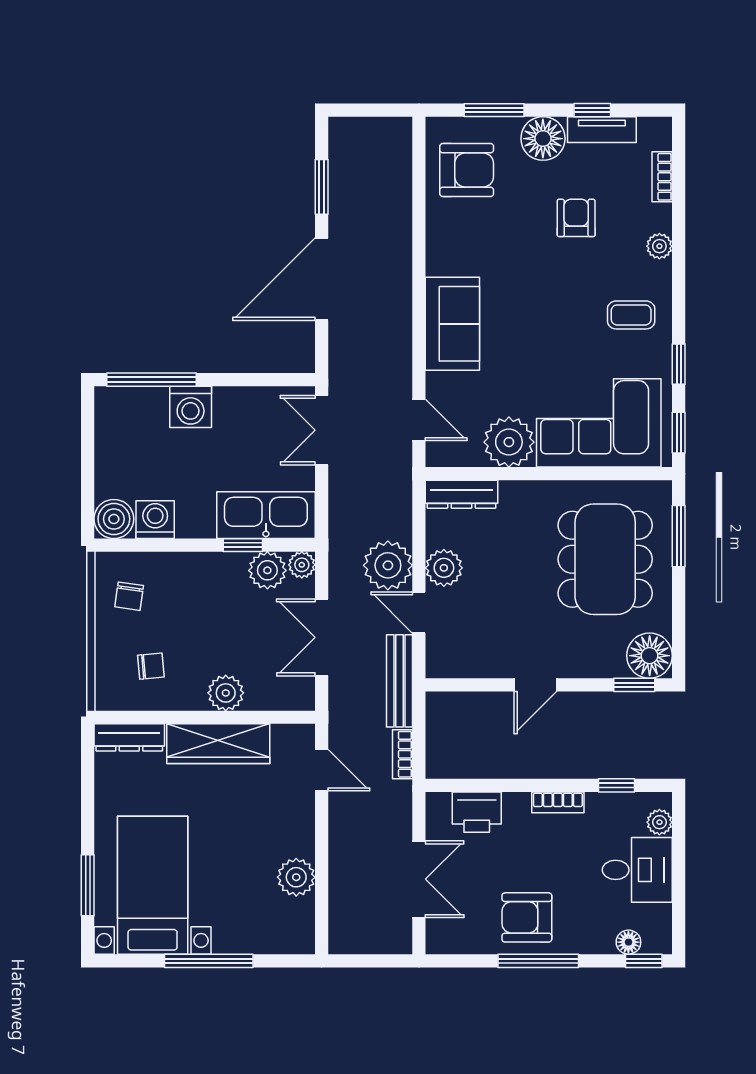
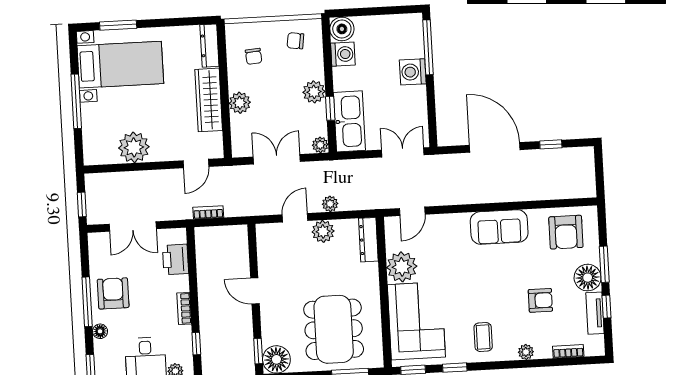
window: (494, 110) -> (604, 264), moved
window: (322, 187) -> (551, 144), width x0.67
sofa: (452, 324) -> (499, 227), moved
dining table: (605, 559) -> (334, 329), turned 90
plant: (388, 565) -> (330, 204), width x0.53, depth x0.53
plant: (267, 570) -> (314, 92), moved
bench: (399, 681) -> (253, 208), removed
plant: (296, 877) -> (134, 147), width x1.36, depth x1.36
floor lamp: (628, 942) -> (100, 331), moved
window: (378, 961) -> (82, 205), added

